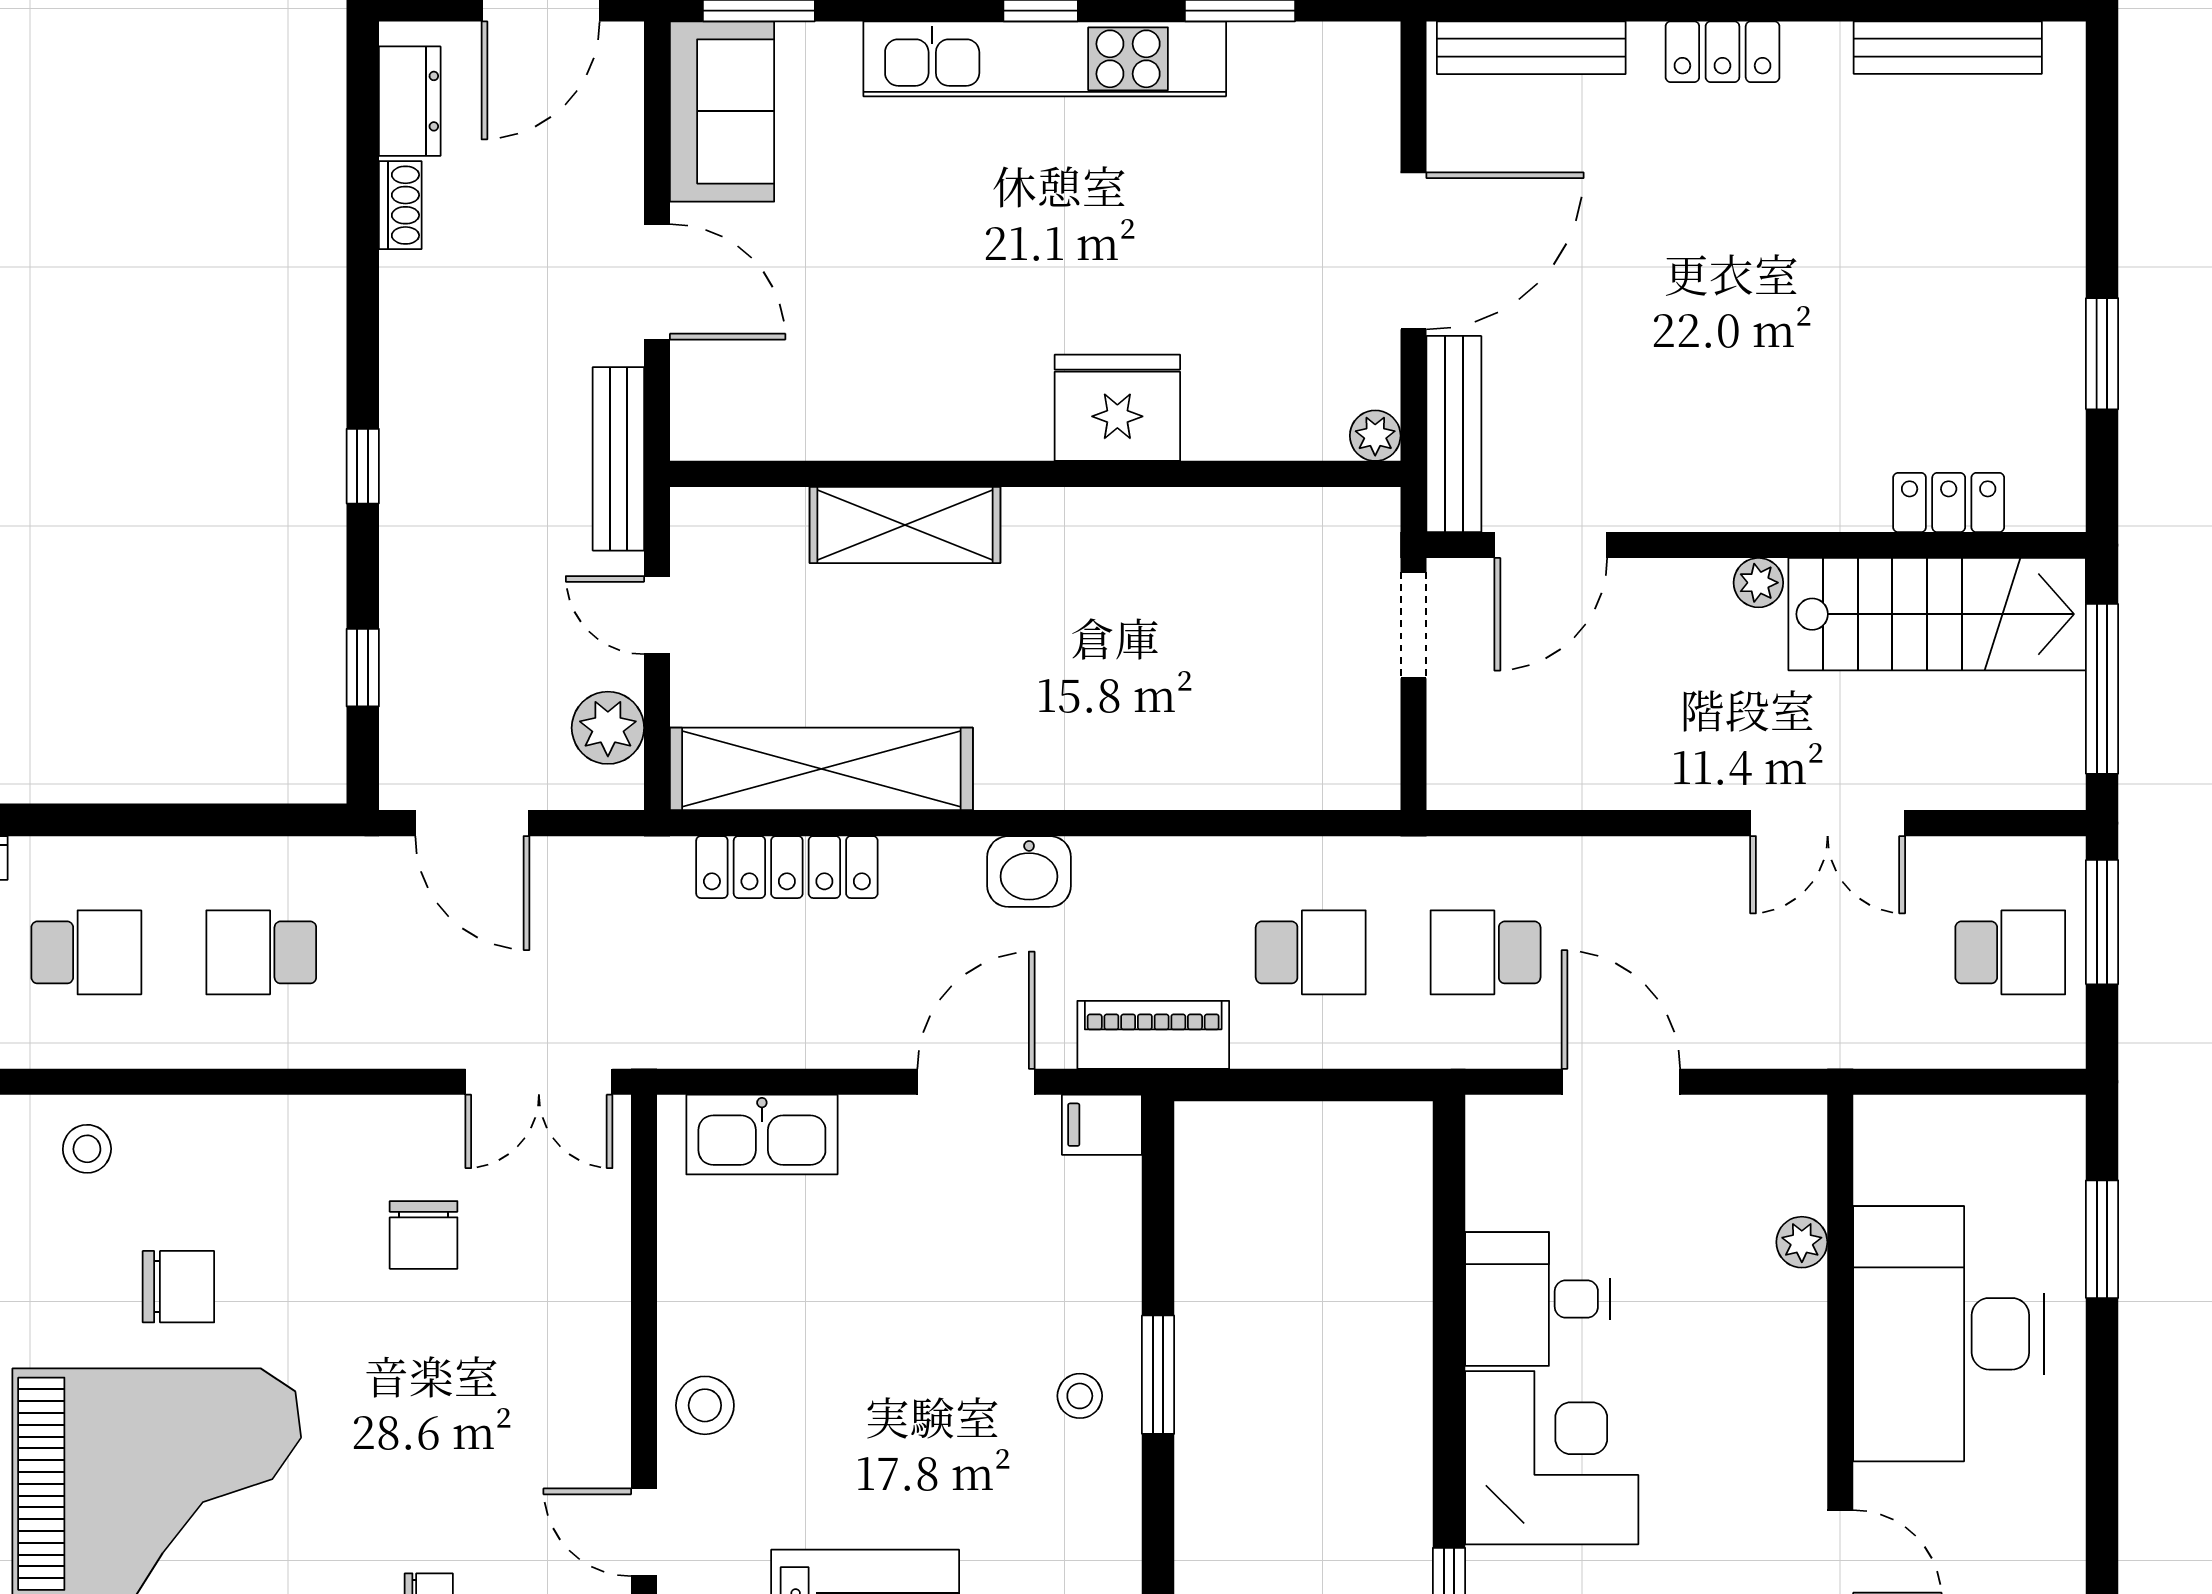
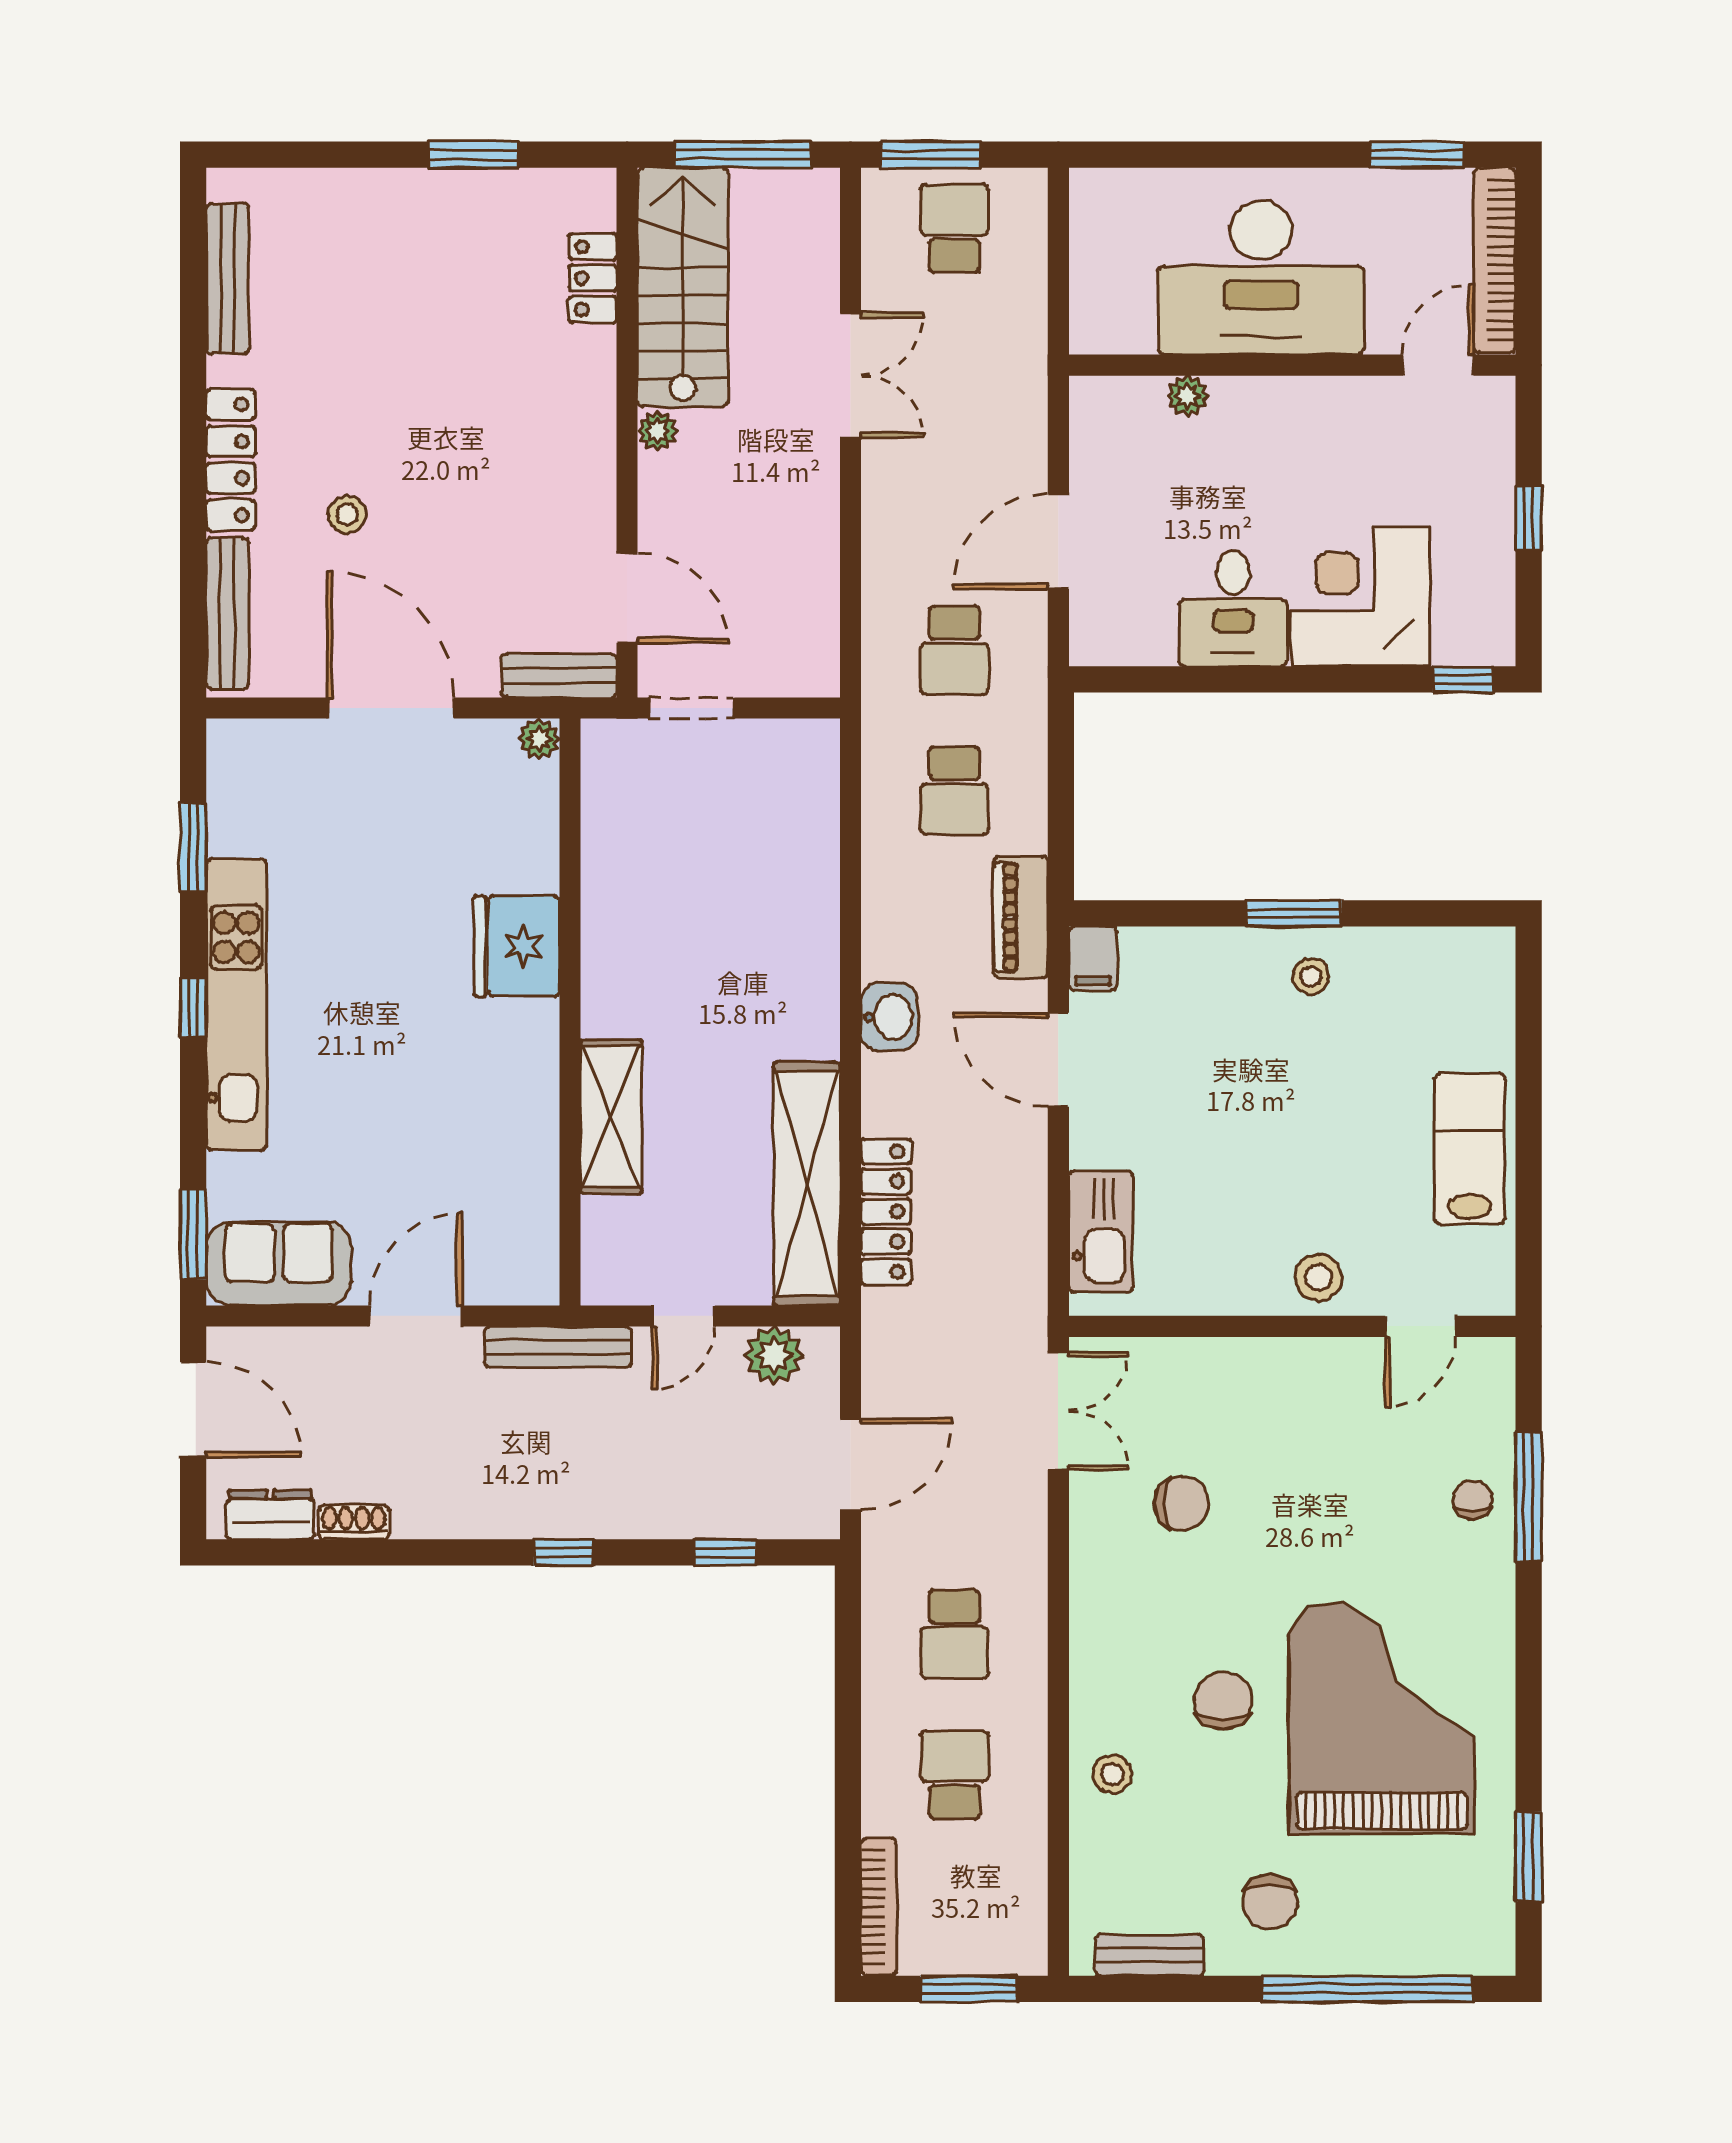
locker: (1722, 52) -> (231, 460), width x1.53
stool: (1654, 197) -> (347, 514), added
bench: (1454, 434) -> (559, 676), width x0.73
school desk: (1311, 952) -> (954, 791), turned 180
window: (2102, 1239) -> (1417, 155), moved

